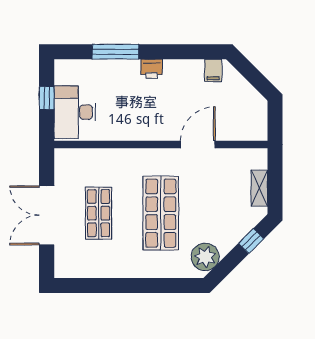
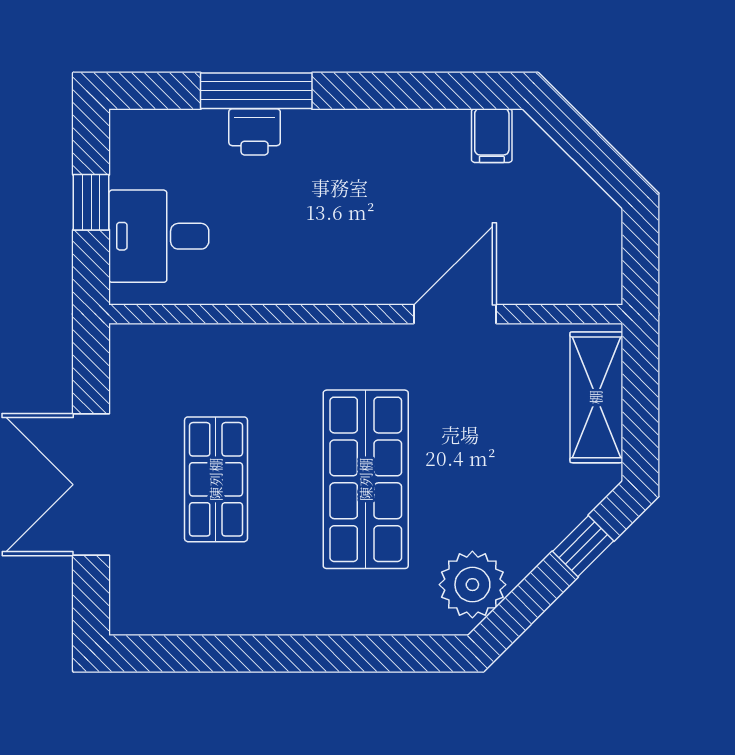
printer: (152, 69) -> (255, 132), moved
desk: (75, 112) -> (159, 236), width x0.73
shelving: (259, 188) -> (596, 397), width x1.50, depth x1.33

